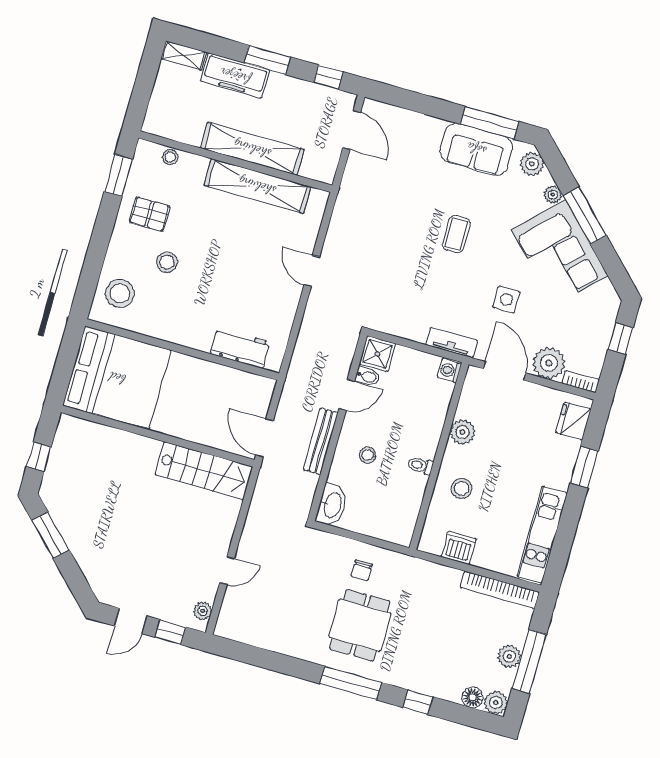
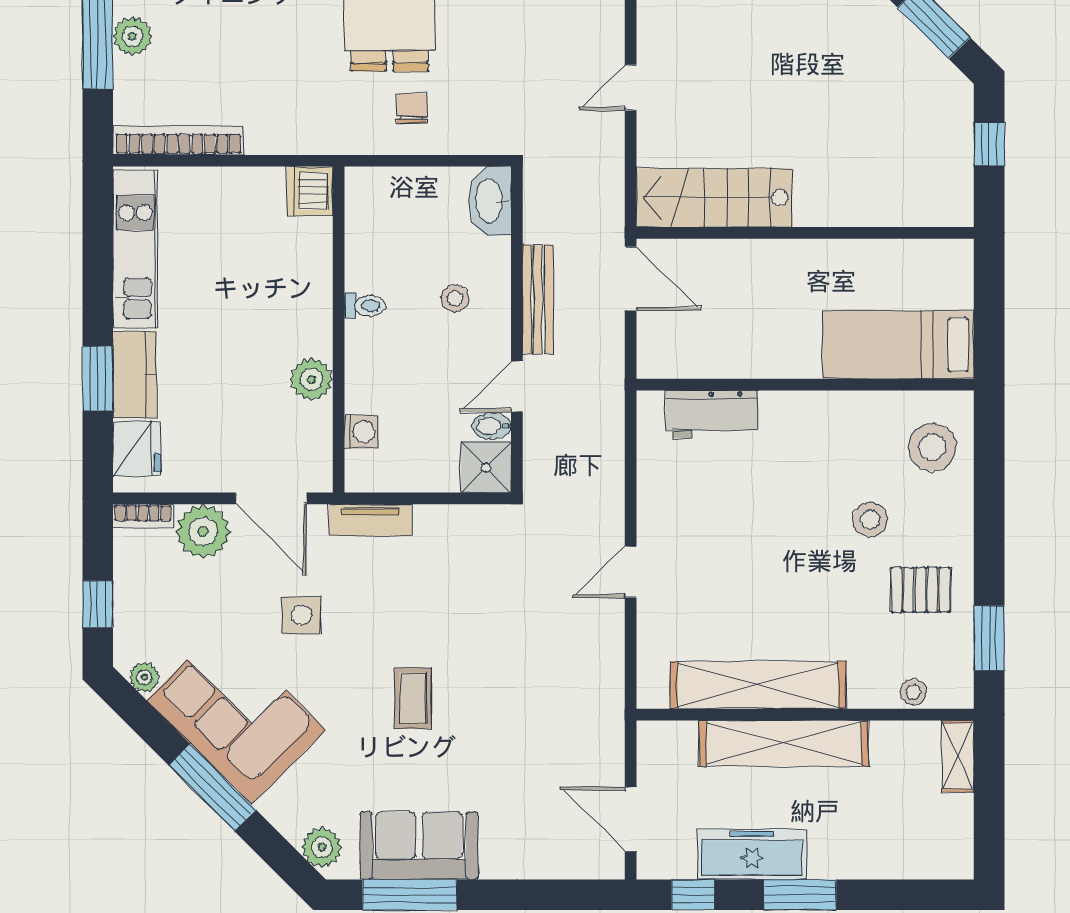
shelving: (184, 55) -> (958, 756), moved, turned 90
freezer: (235, 76) -> (752, 854), moved
plant: (553, 195) -> (144, 677), moved
door: (312, 271) -> (631, 572), swing flipped
washing machine: (449, 371) -> (361, 432), moved
bed: (117, 378) -> (898, 345), width x0.49
kitchen counter: (563, 463) -> (135, 375), added
stool: (461, 488) -> (287, 287), removed
dishwasher: (459, 548) -> (310, 191), moved, turned 90
door: (227, 571) -> (631, 88), moved

